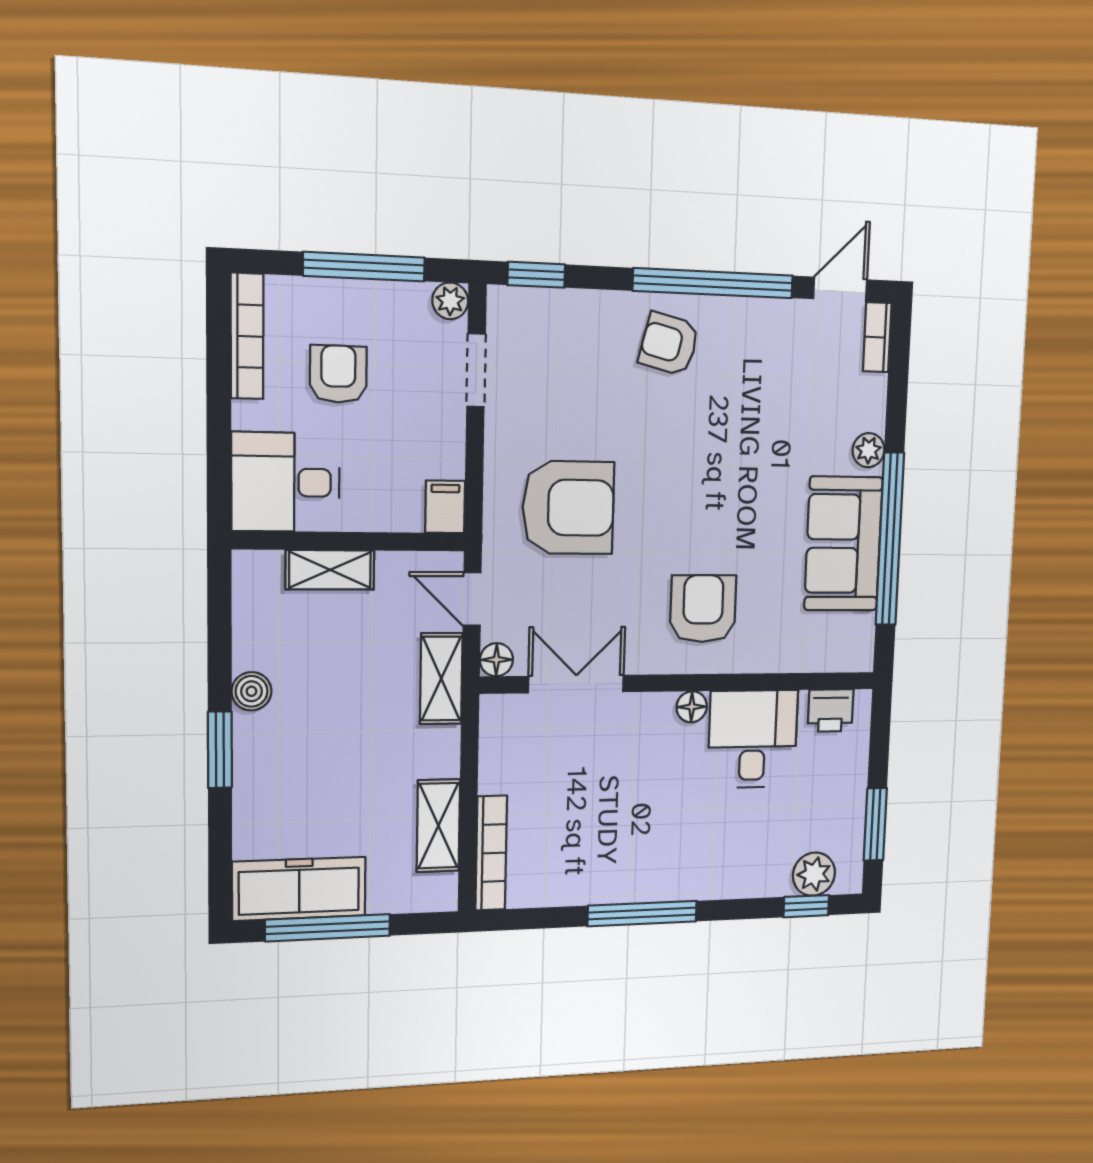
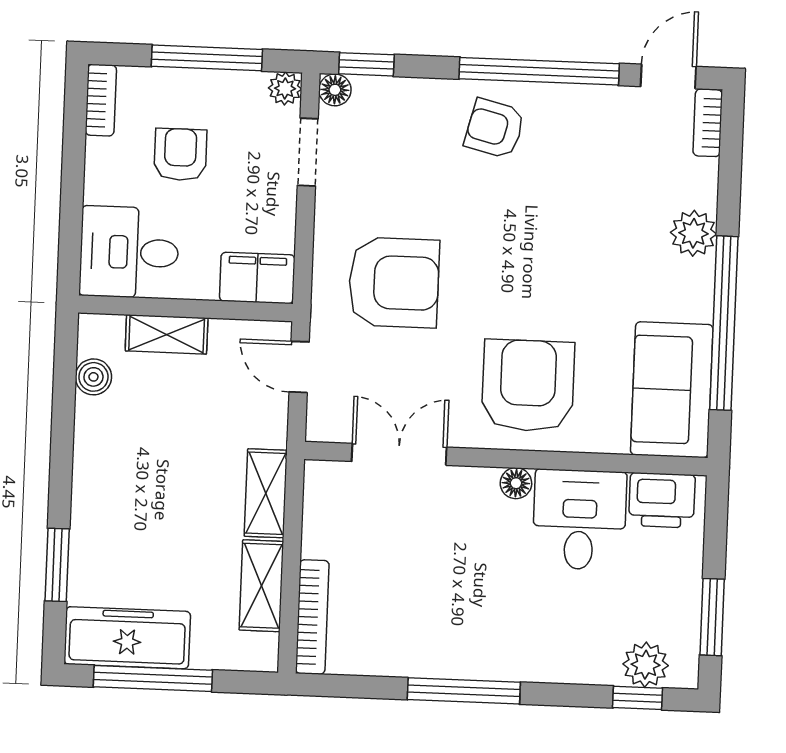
bookcase: (247, 336) -> (101, 100), width x0.64
plant: (868, 450) -> (694, 233), width x1.38, depth x1.38
filing cabinet: (445, 507) -> (257, 278), width x2.00
sofa: (844, 544) -> (672, 390), moved
armchair: (703, 609) -> (528, 386), width x1.36, depth x1.36
floor lamp: (496, 660) -> (335, 90), moved
shelving: (441, 679) -> (266, 493), moved
boiler: (251, 691) -> (93, 377), moved
printer: (831, 710) -> (662, 500), width x1.36, depth x1.24
window: (220, 750) -> (57, 565), moved

